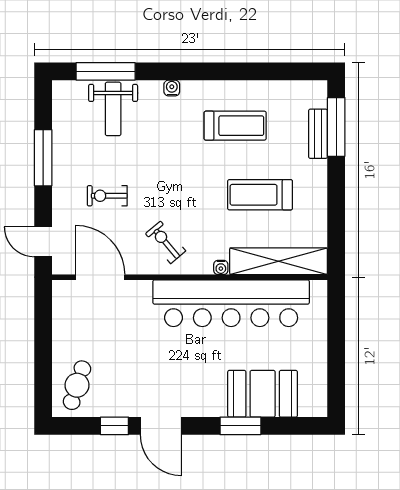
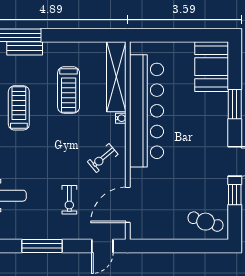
booth: (263, 394) -> (212, 67), moved

